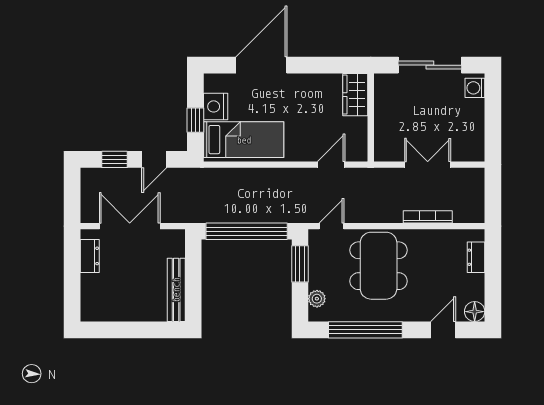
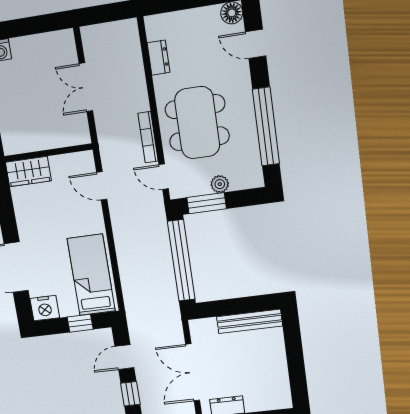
nightstand: (216, 106) -> (45, 308), moved
door: (154, 159) -> (124, 357), swing flipped
bookcase: (428, 217) -> (148, 137), moved
dresser: (476, 257) -> (158, 58), moved, turned -90
dining table: (379, 266) -> (197, 123), turned 90
plant: (317, 299) -> (220, 184), moved

